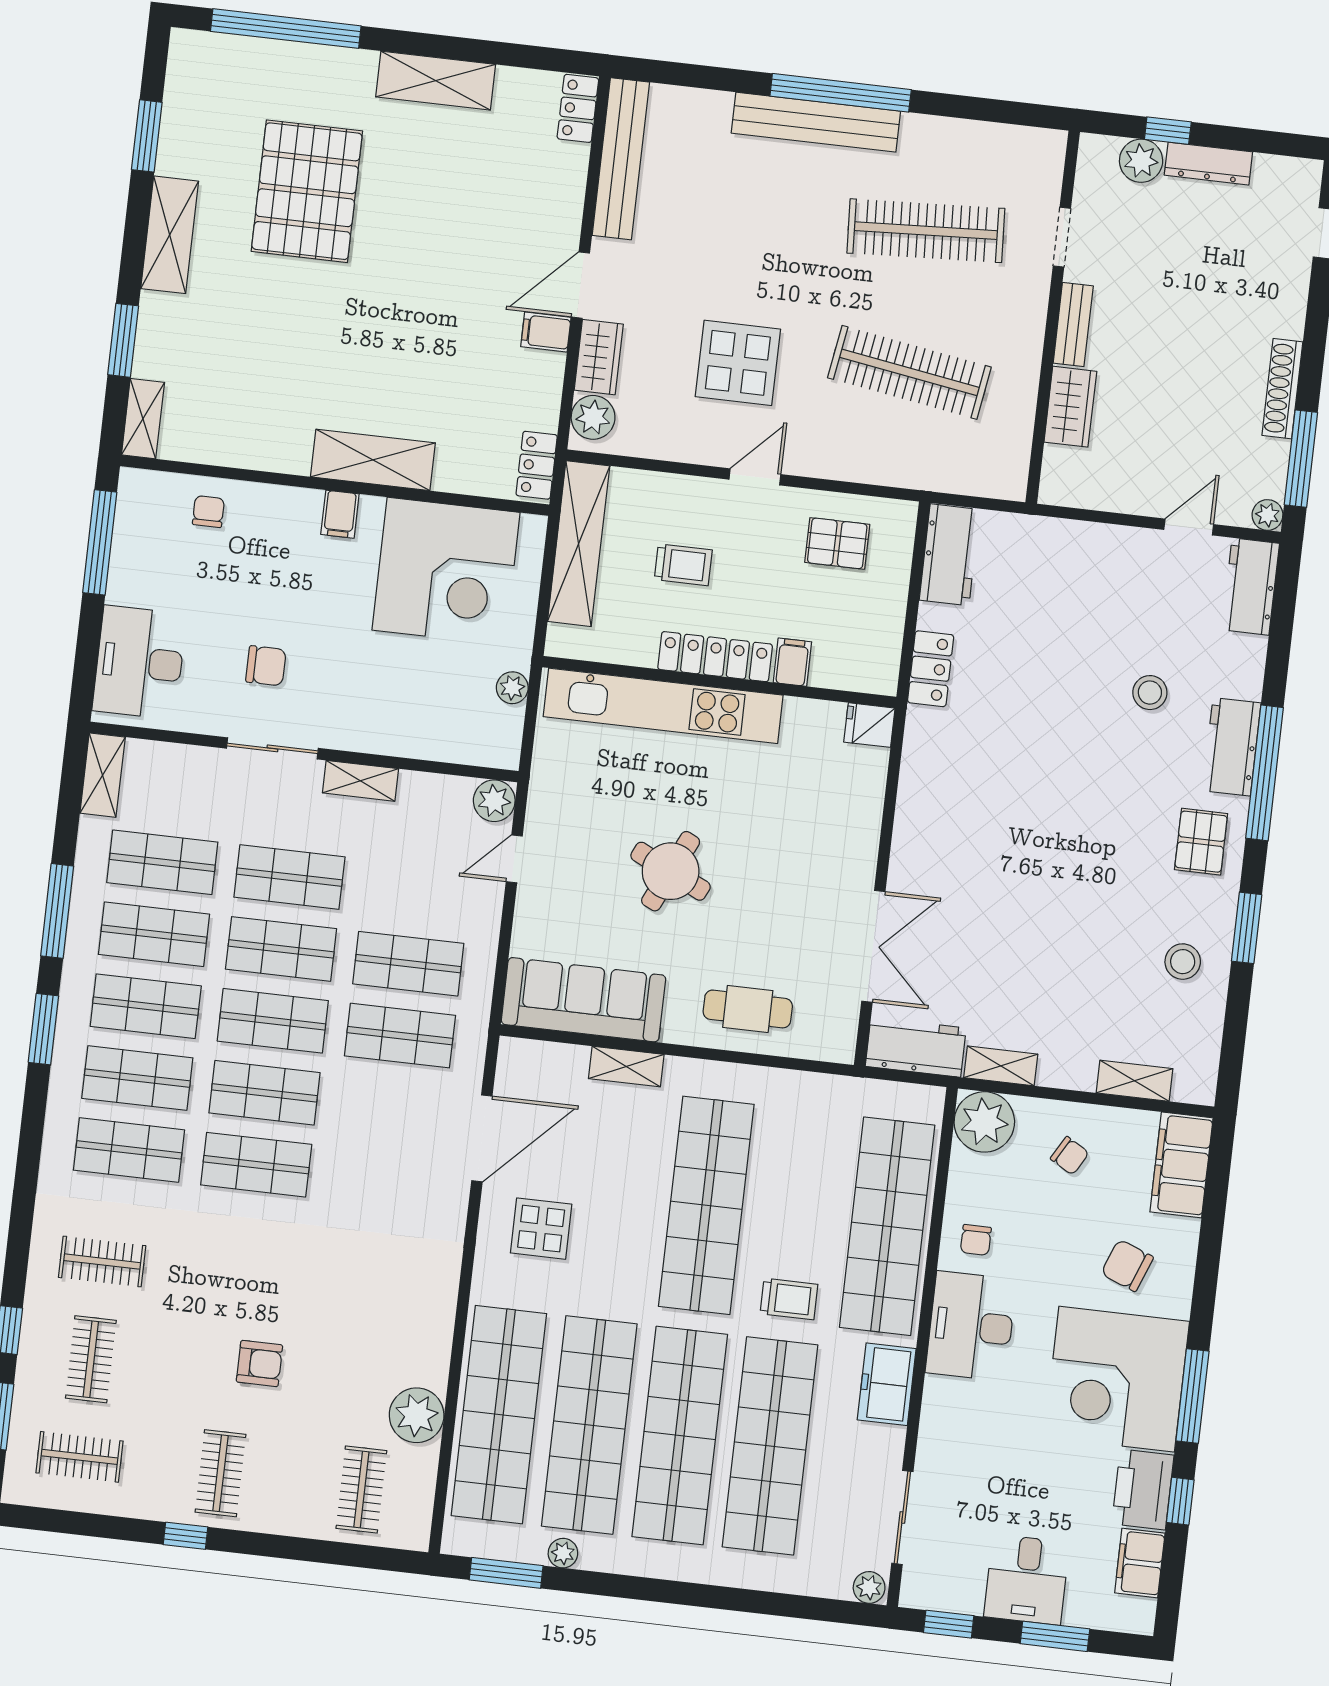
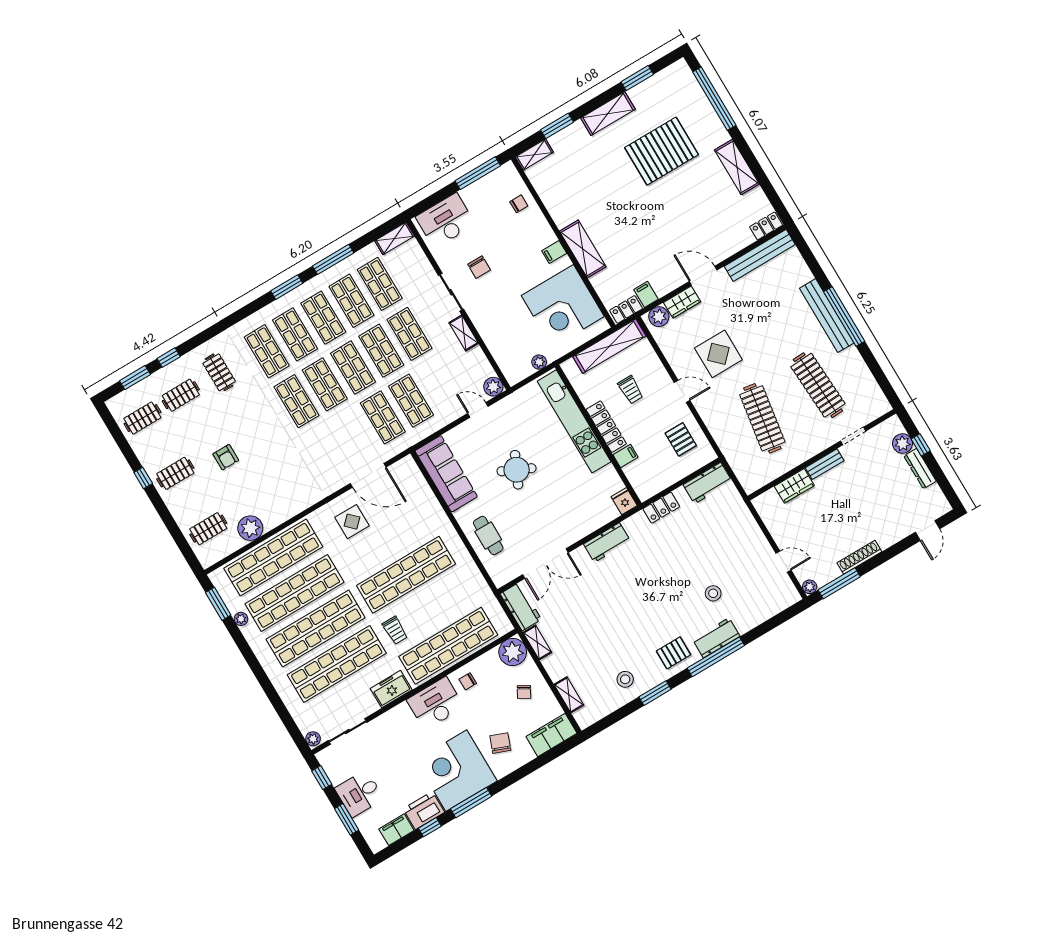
filing cabinet: (546, 332) -> (646, 294), moved
workbench: (1251, 587) -> (607, 542), moved, turned 180
shelving: (626, 1066) -> (434, 508), removed
clothes rail: (80, 1457) -> (142, 418), turned 90

